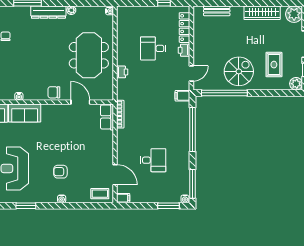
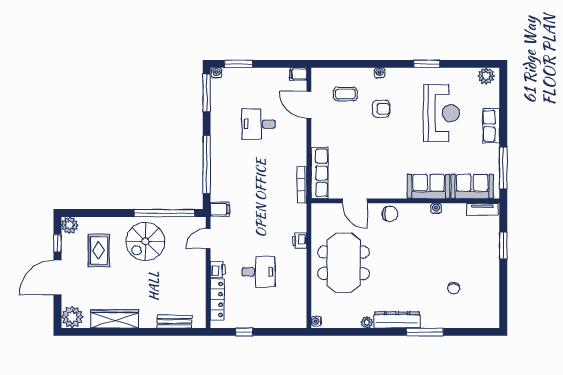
row of seats: (107, 117) -> (320, 173), width x1.48
coffee table: (100, 194) -> (345, 94), moved

